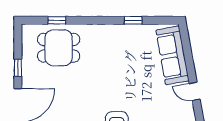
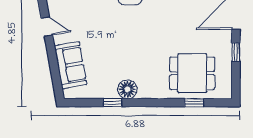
floor lamp: (119, 33) -> (127, 89), added
sofa: (172, 55) -> (71, 65), width x0.73

